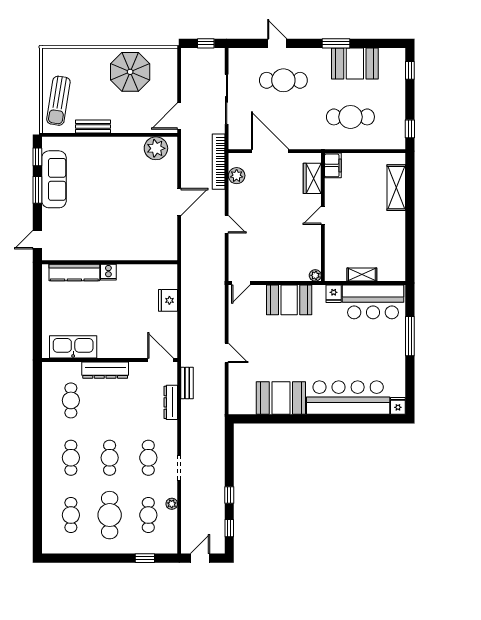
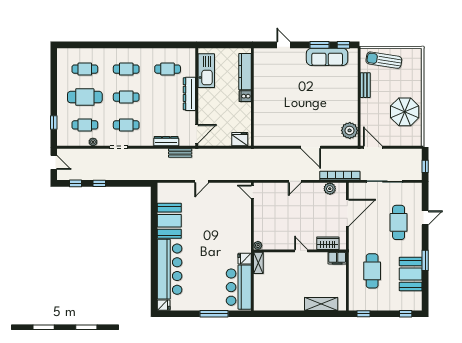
wall: (110, 262) -> (252, 97), moved
kitchen counter: (74, 272) -> (245, 72), moved
cooker: (108, 272) -> (245, 96), moved
shelving: (362, 275) -> (258, 263), moved
booth: (289, 300) -> (240, 227), removed

